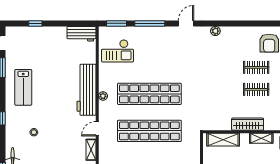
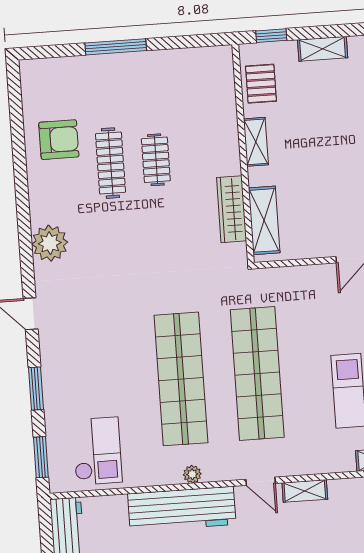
window: (150, 23) -> (36, 389), width x0.69
plant: (215, 31) -> (50, 243), width x1.87, depth x1.87
clothes rail: (256, 67) -> (110, 163), width x1.36
wardrobe: (248, 124) -> (232, 209), moved

